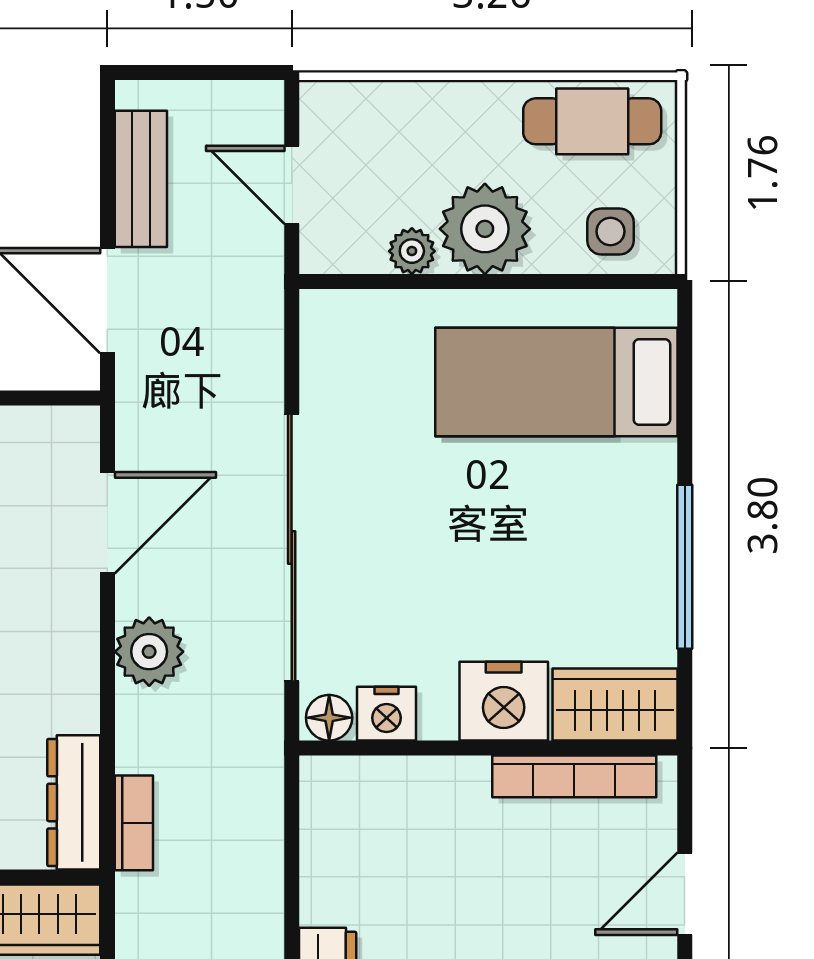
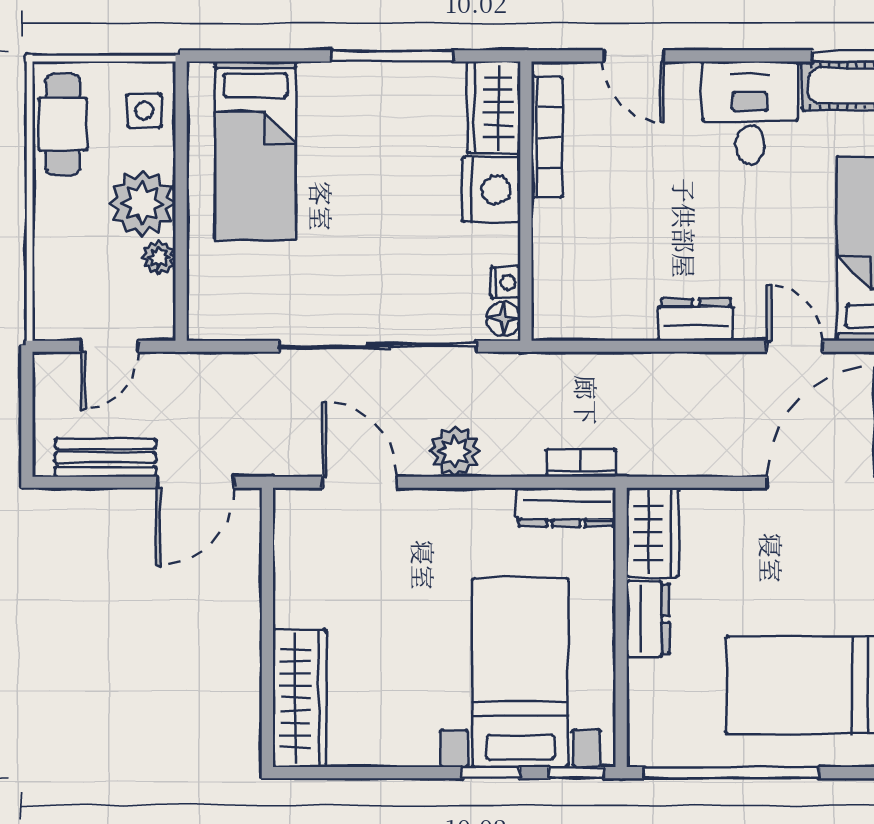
nightstand: (386, 714) -> (506, 282), width x0.72, depth x0.74

